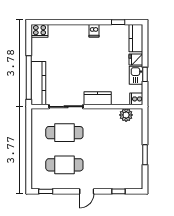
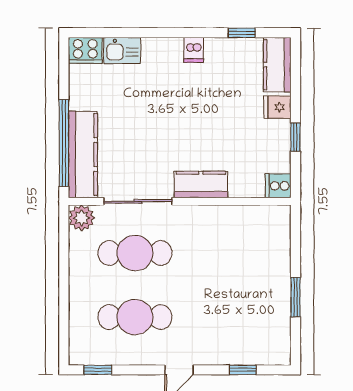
kitchen sink: (136, 75) -> (122, 51), moved, turned -90
plant: (126, 115) -> (82, 218), moved

